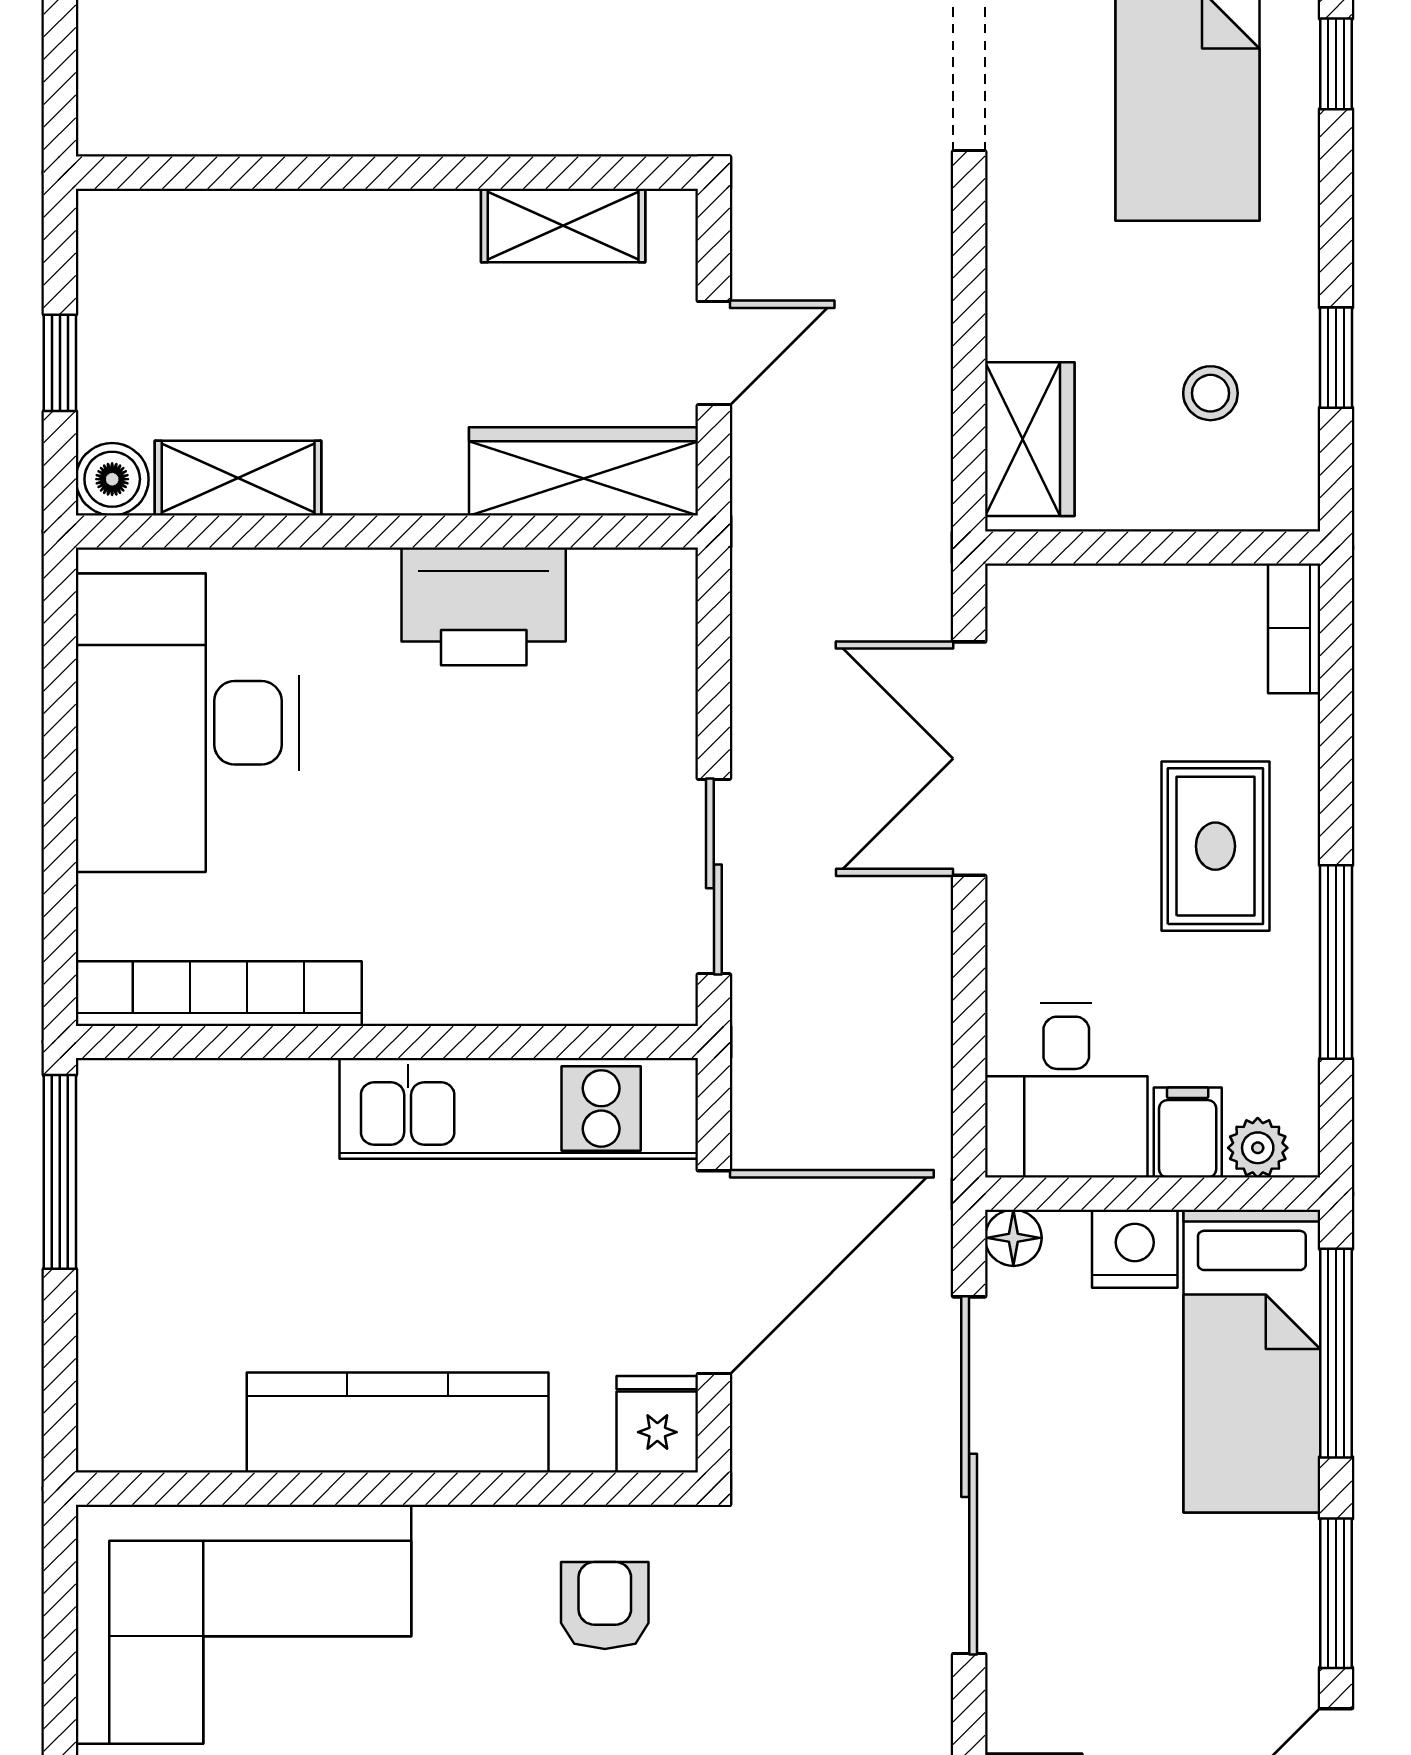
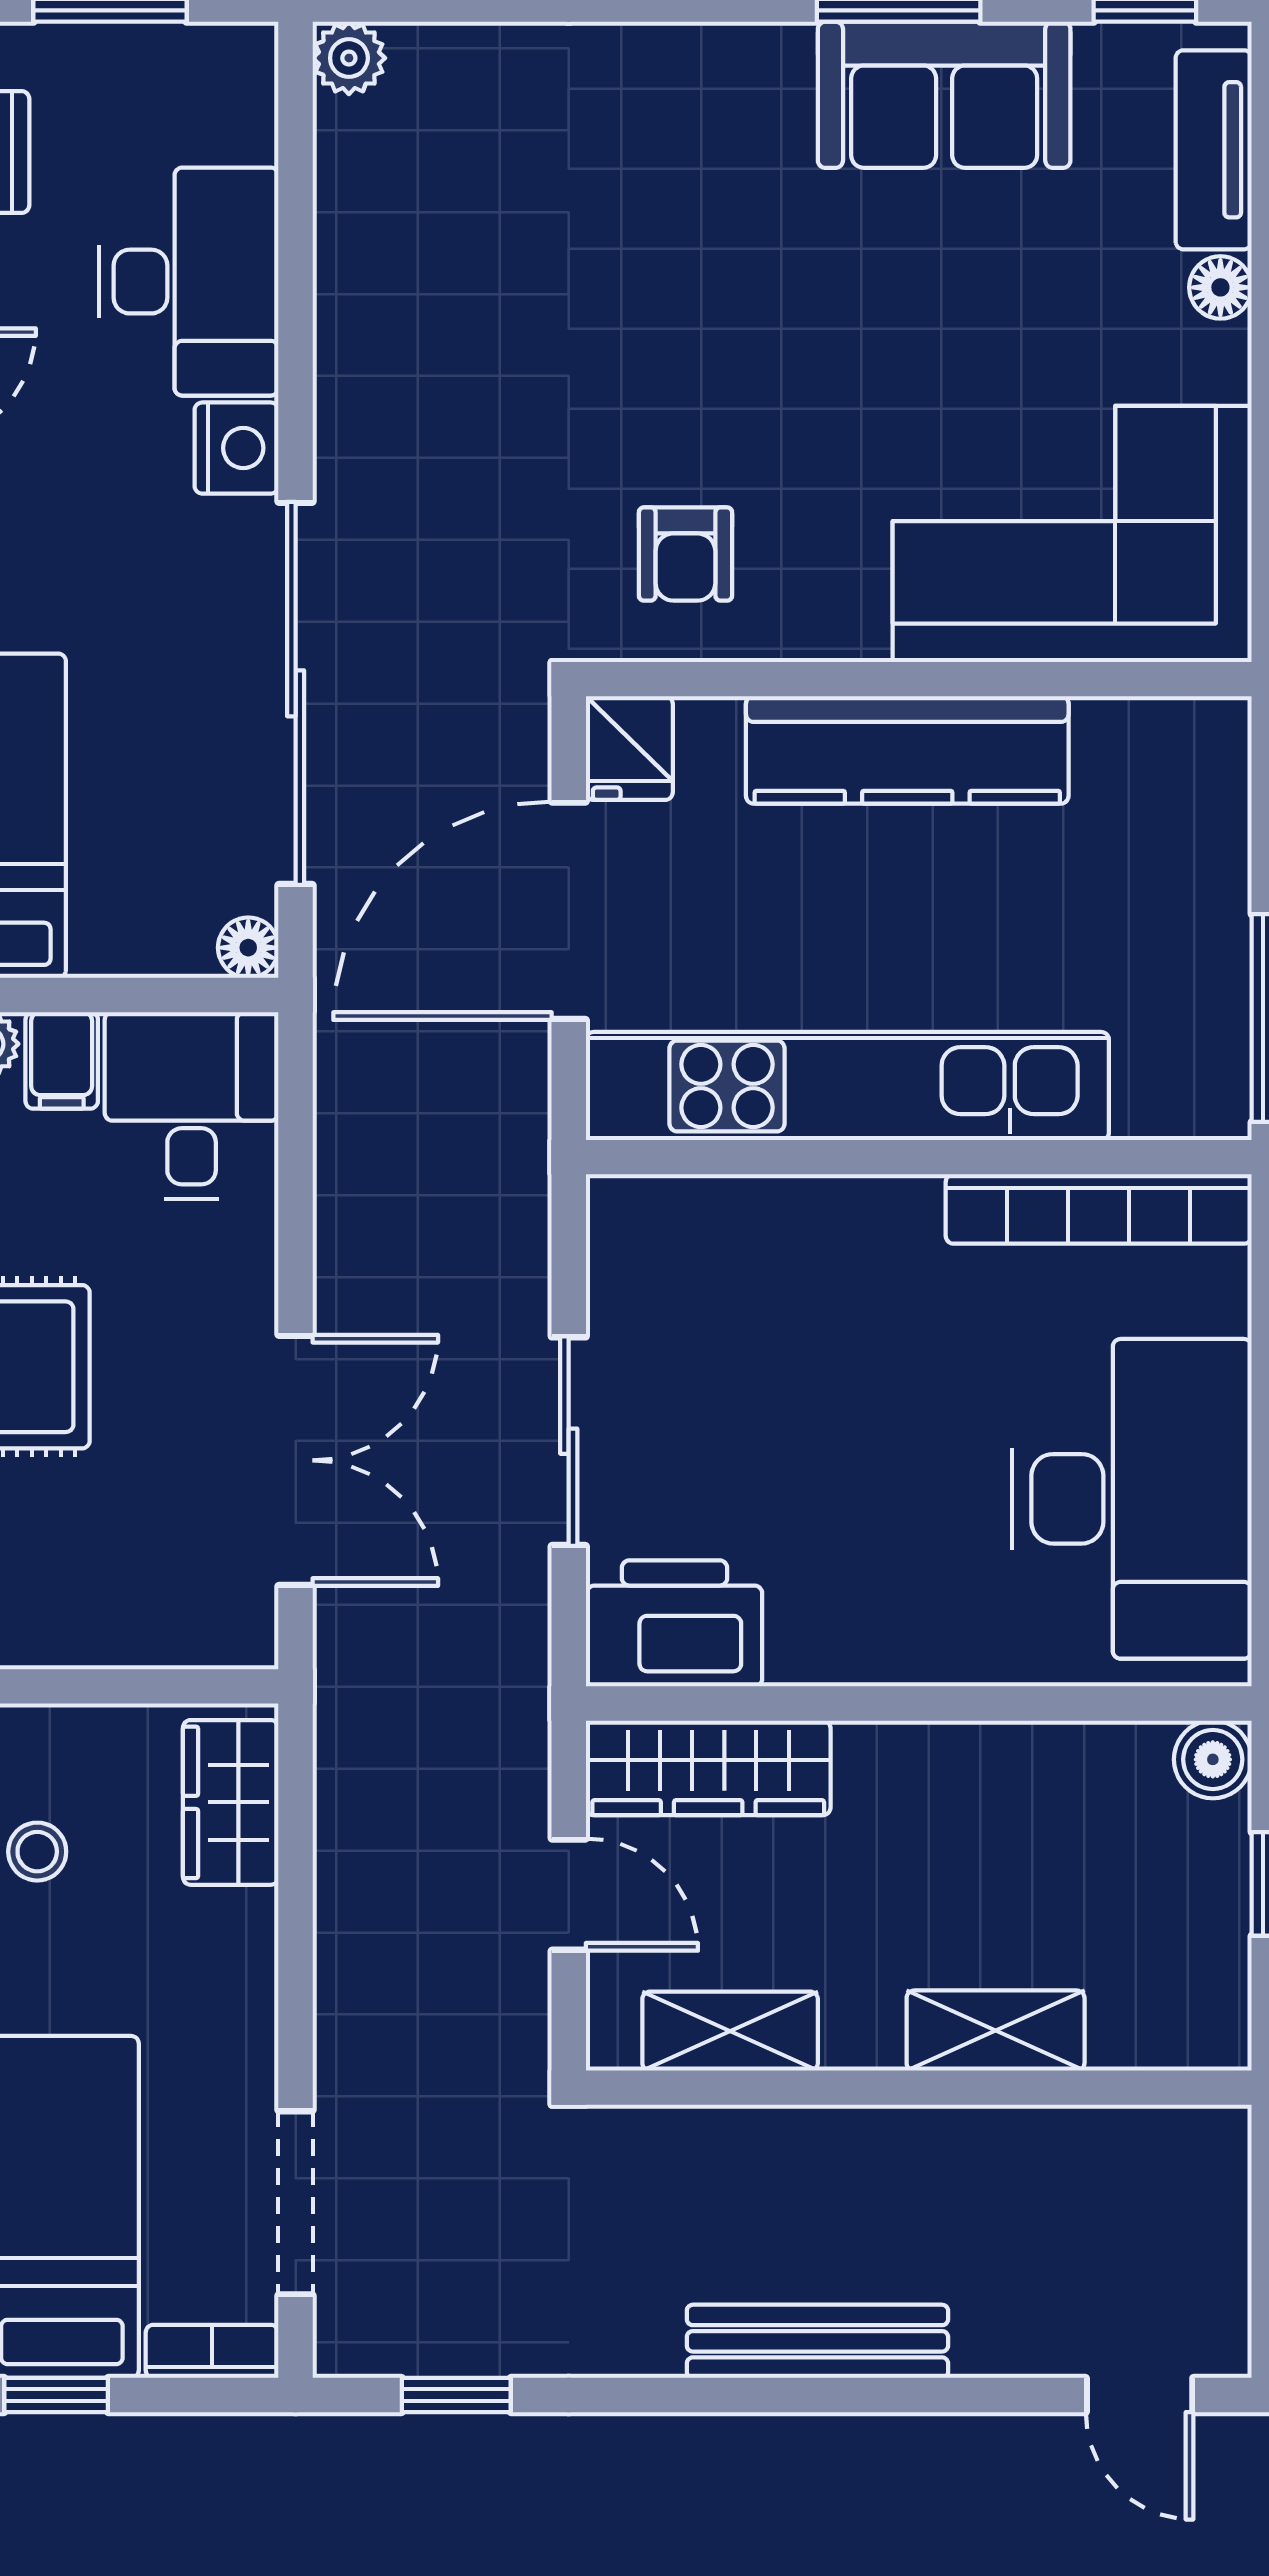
door: (714, 353) -> (569, 1895), swing flipped
shelving: (238, 478) -> (996, 2031), moved
printer: (484, 606) -> (675, 1623), moved
sliding door: (714, 876) -> (569, 1441), moved
kitchen unit: (519, 1108) -> (847, 1086), width x1.36
nightstand: (1135, 1249) -> (237, 448), moved, turned -90

